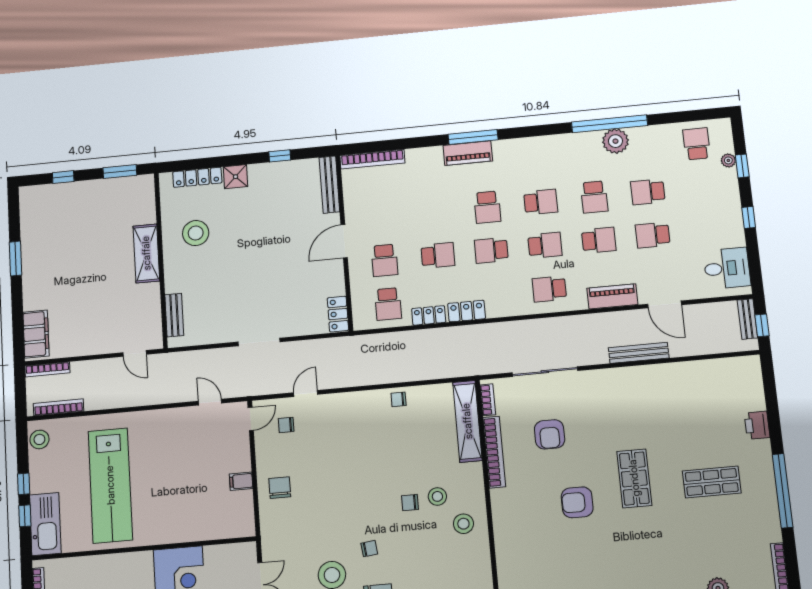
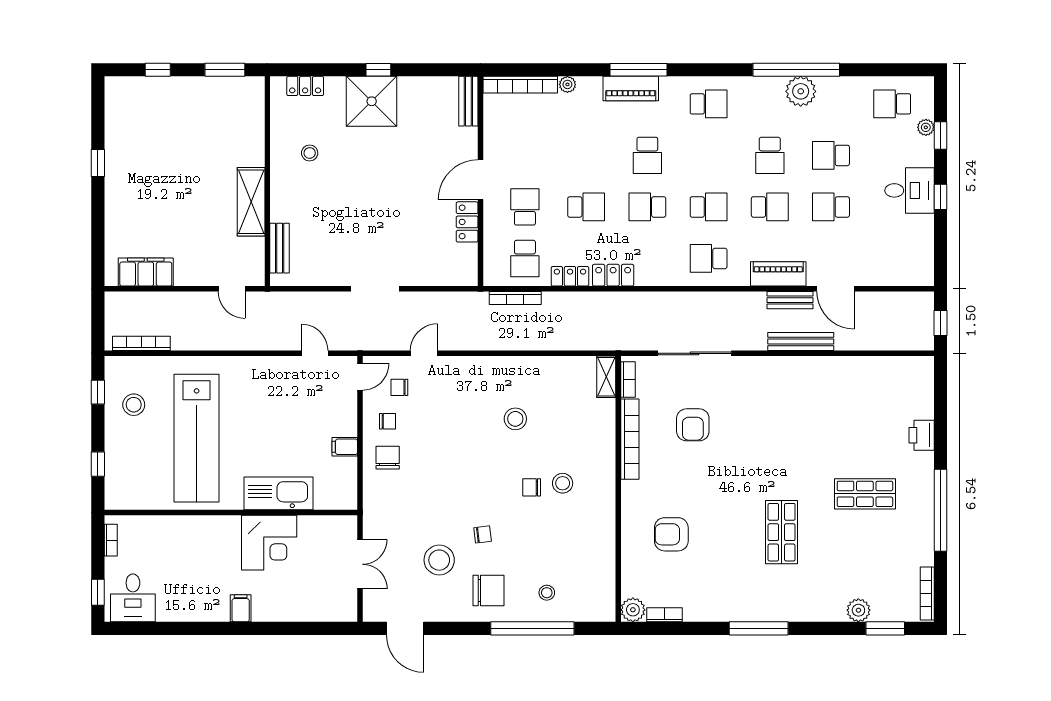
school desk: (697, 144) -> (892, 104), turned -90
plant: (413, 155) -> (567, 84), added
window: (280, 156) -> (378, 70), moved
locker: (197, 177) -> (305, 86), width x0.66
shower: (236, 177) -> (372, 101), width x1.86, depth x1.86
bench: (329, 185) -> (468, 101), width x0.73
school desk: (541, 202) -> (709, 104), moved
stool: (196, 233) -> (310, 153), width x0.53, depth x0.53
shelving: (146, 253) -> (251, 202), moved
window: (16, 259) -> (98, 163), width x0.67
school desk: (385, 260) -> (525, 207), turned 180
desk: (727, 268) -> (909, 190), moved
locker: (338, 314) -> (467, 222), moved
bench: (747, 319) -> (790, 300), moved, turned 90
filing cabinet: (36, 334) -> (146, 272), moved, turned -90
bookcase: (47, 369) -> (515, 298), moved
chair: (399, 399) -> (387, 421), moved, turned 180
shelving: (467, 421) -> (606, 377), width x0.45, depth x0.75
stool: (39, 439) -> (134, 405), moved
shop shelf: (634, 478) -> (782, 532), moved
window: (24, 484) -> (98, 392), moved
armchair: (577, 502) -> (671, 534), moved
kitchen sink: (45, 524) -> (279, 493), moved, turned -90
stool: (463, 524) -> (515, 419), moved

